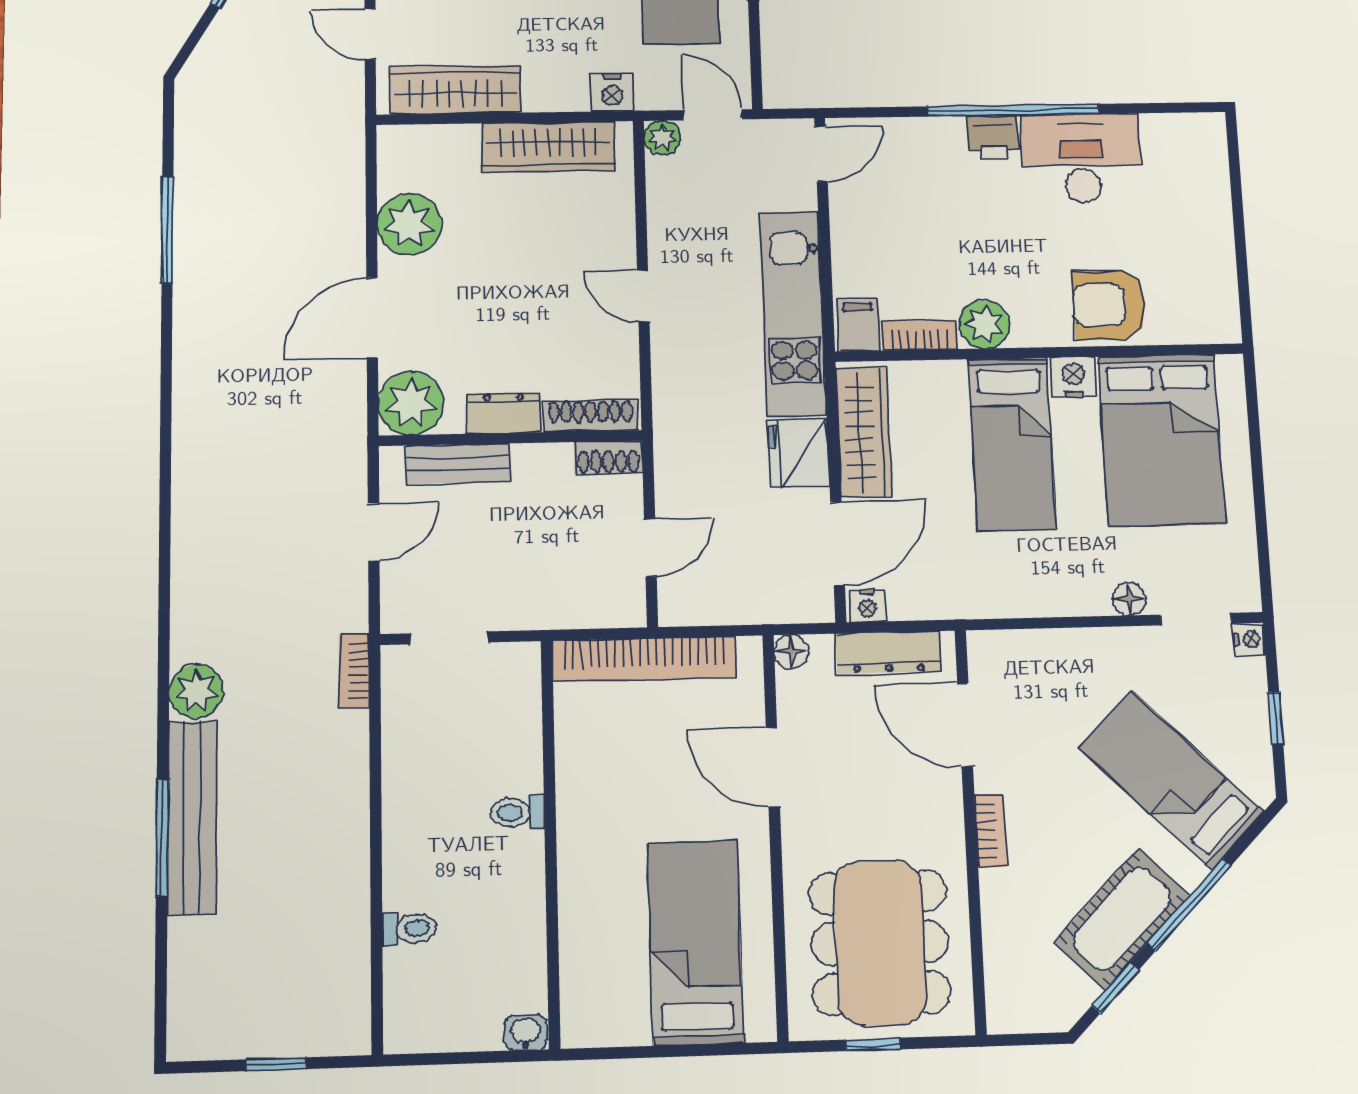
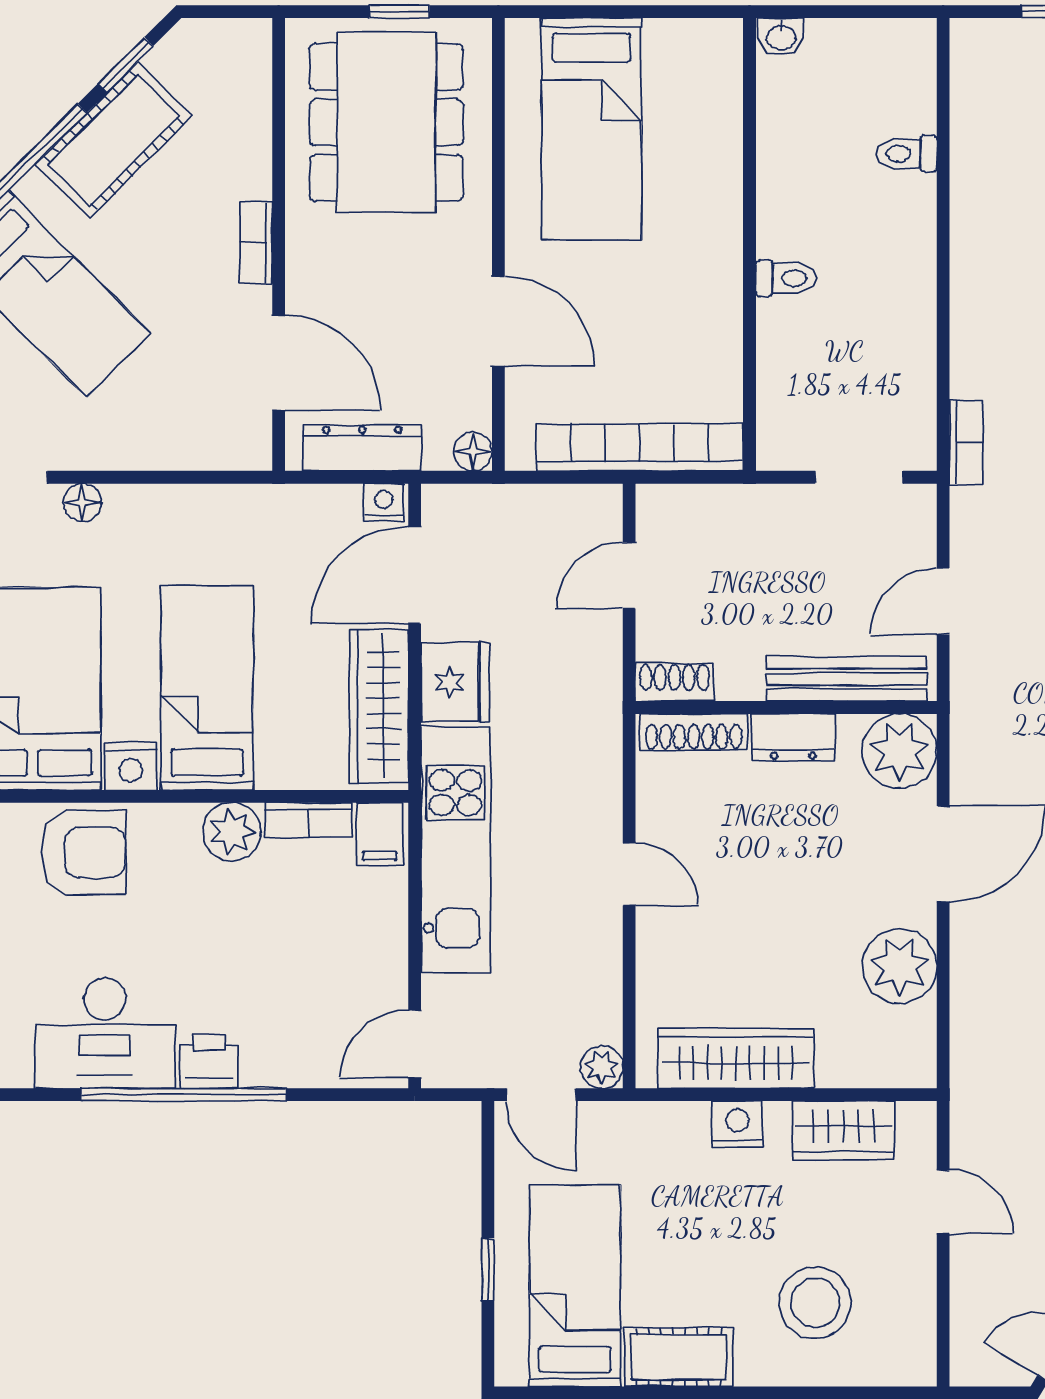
wardrobe: (456, 90) -> (843, 1131), width x0.67
nightstand: (612, 93) -> (737, 1124), moved
bench: (458, 464) -> (846, 679), width x1.36

